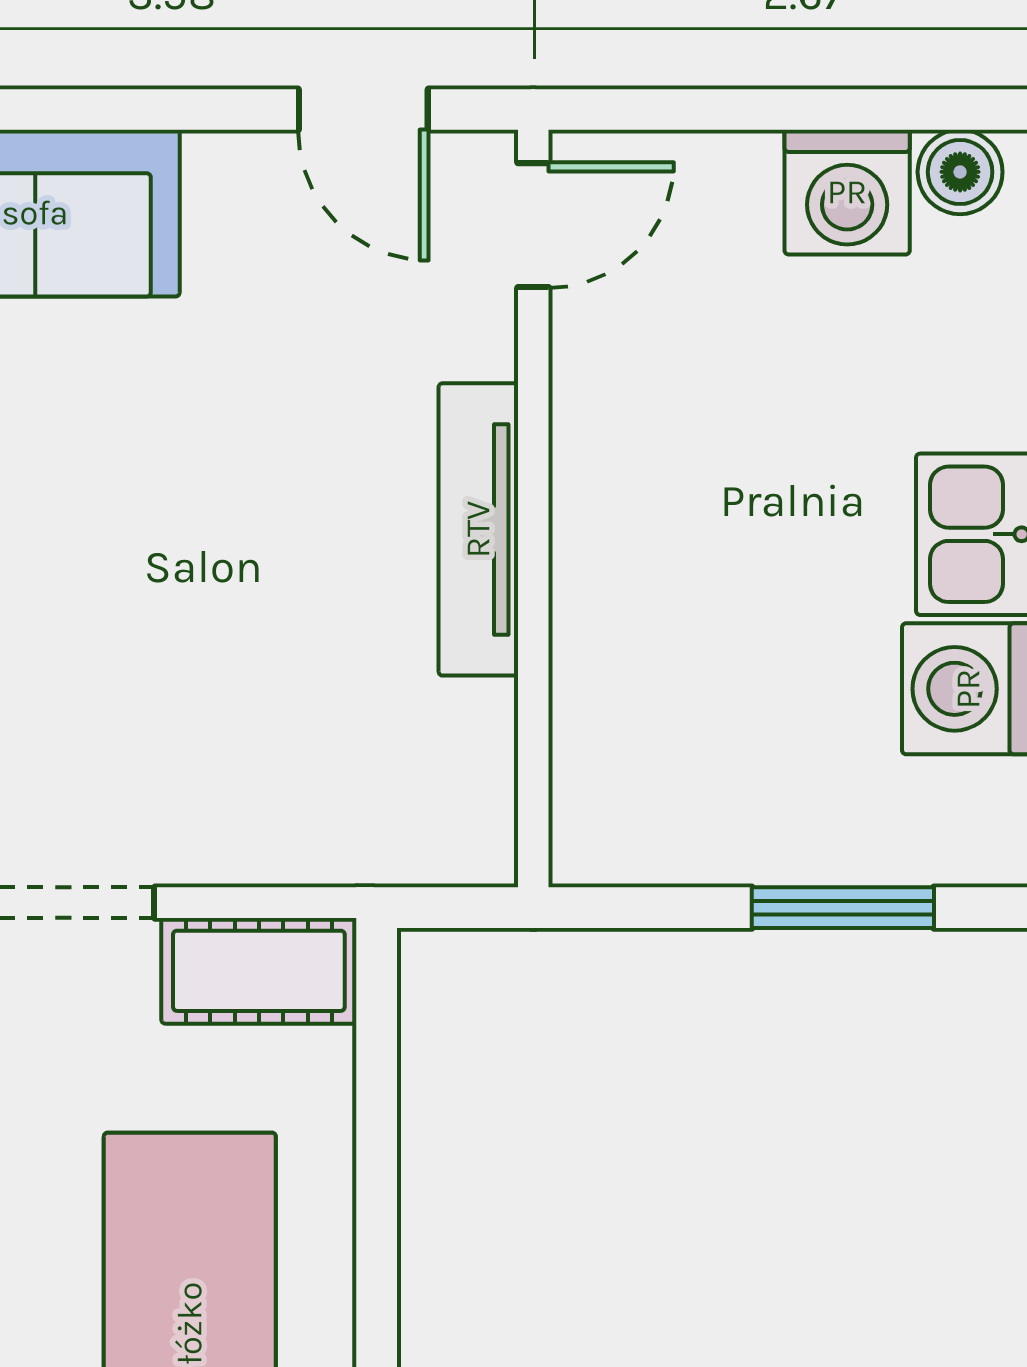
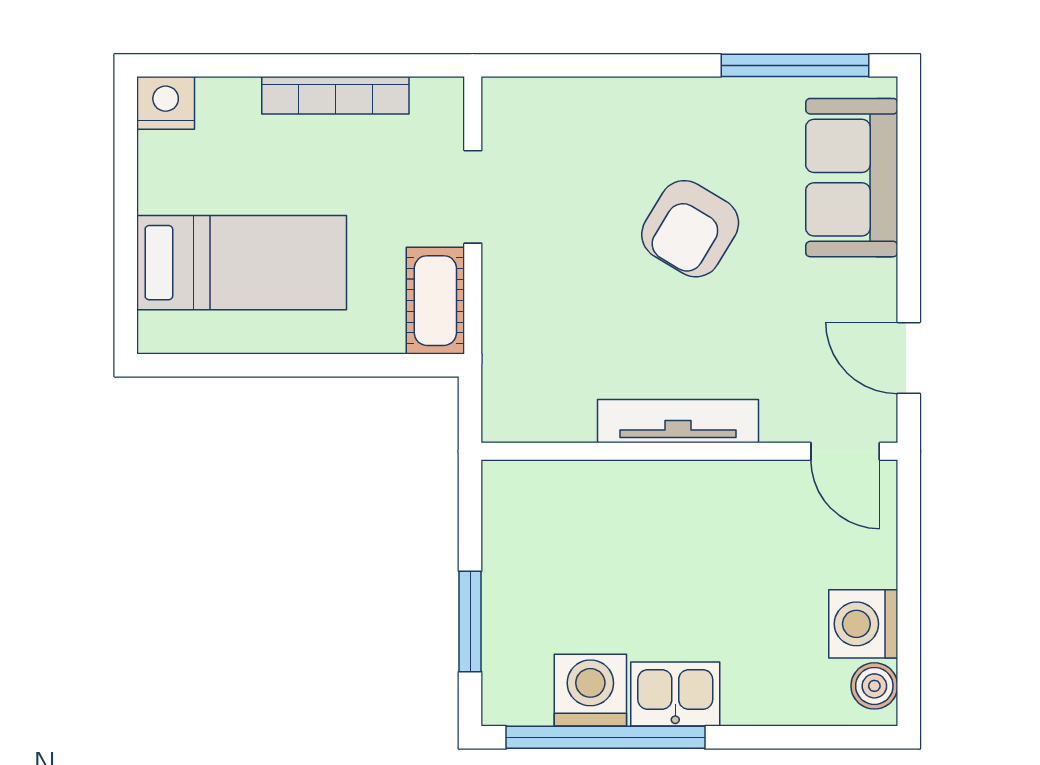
door: (363, 109) -> (909, 358), hinge flipped
armchair: (128, 507) -> (690, 229), added

